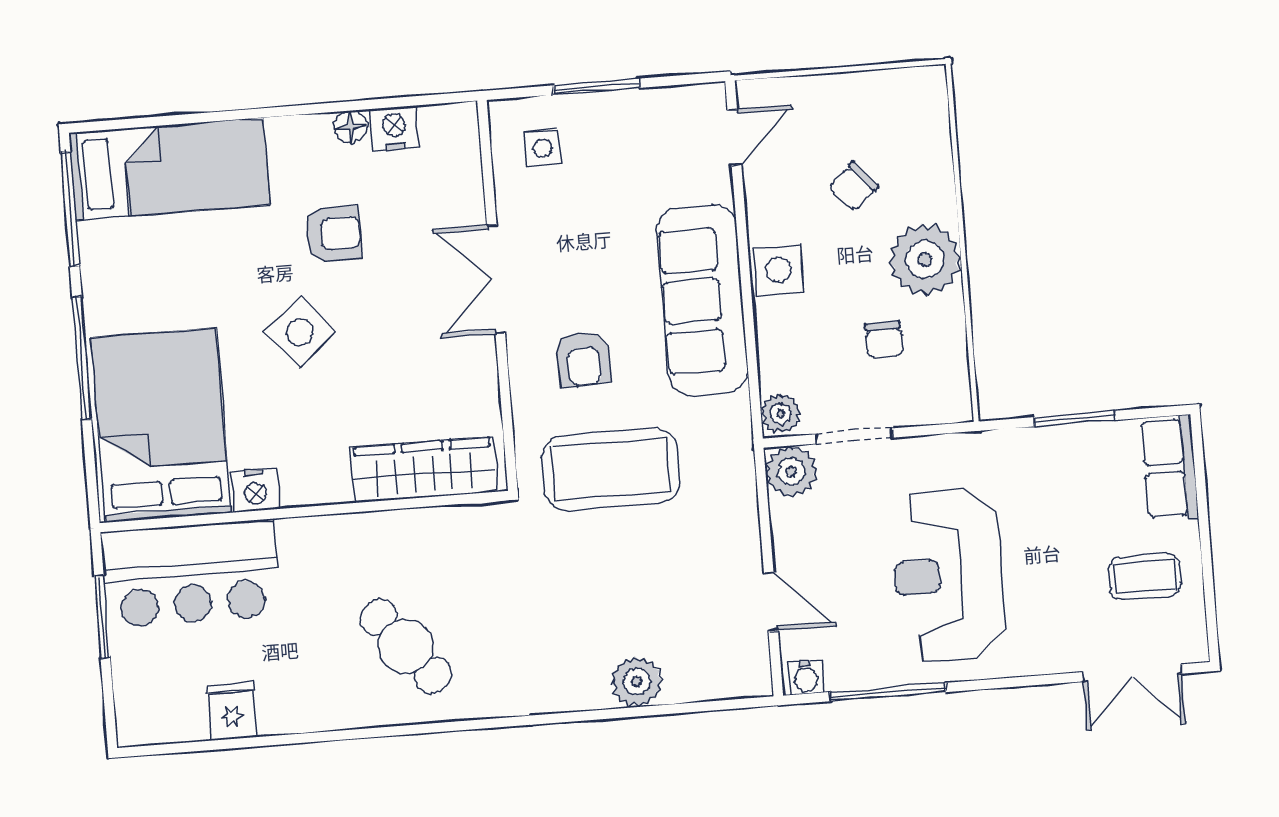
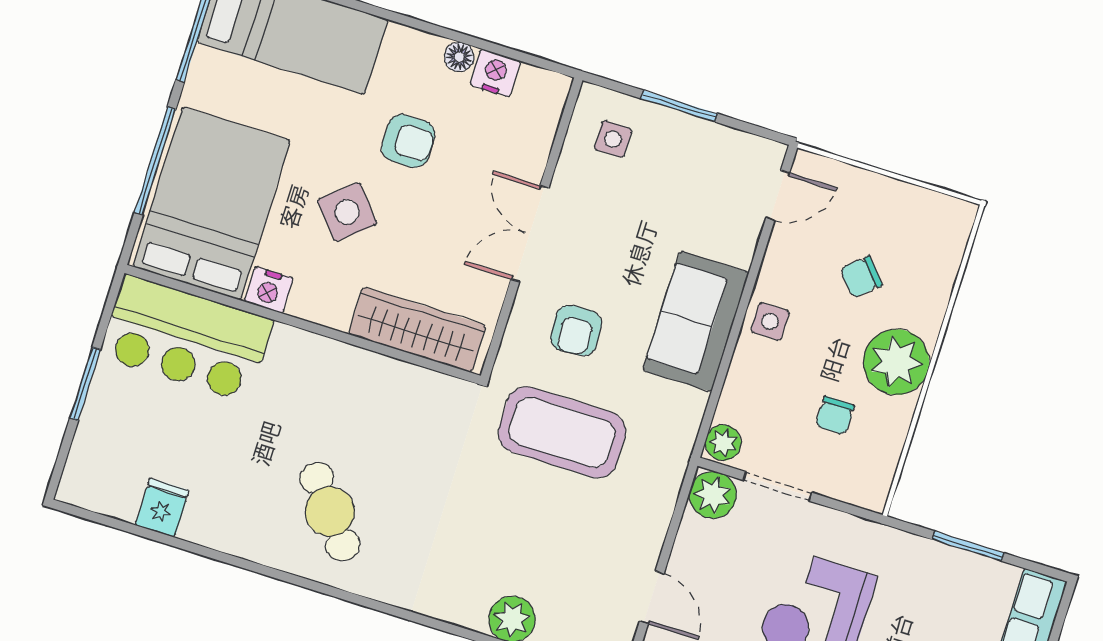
side table: (778, 270) -> (770, 321), width x0.73, depth x0.73
sofa: (702, 300) -> (696, 321), width x0.73
bed: (161, 425) -> (212, 204), moved
wardrobe: (424, 470) -> (417, 330), moved
nightstand: (255, 490) -> (269, 290), moved
wall: (304, 512) -> (303, 324), moved
bar counter: (191, 574) -> (186, 338), moved

